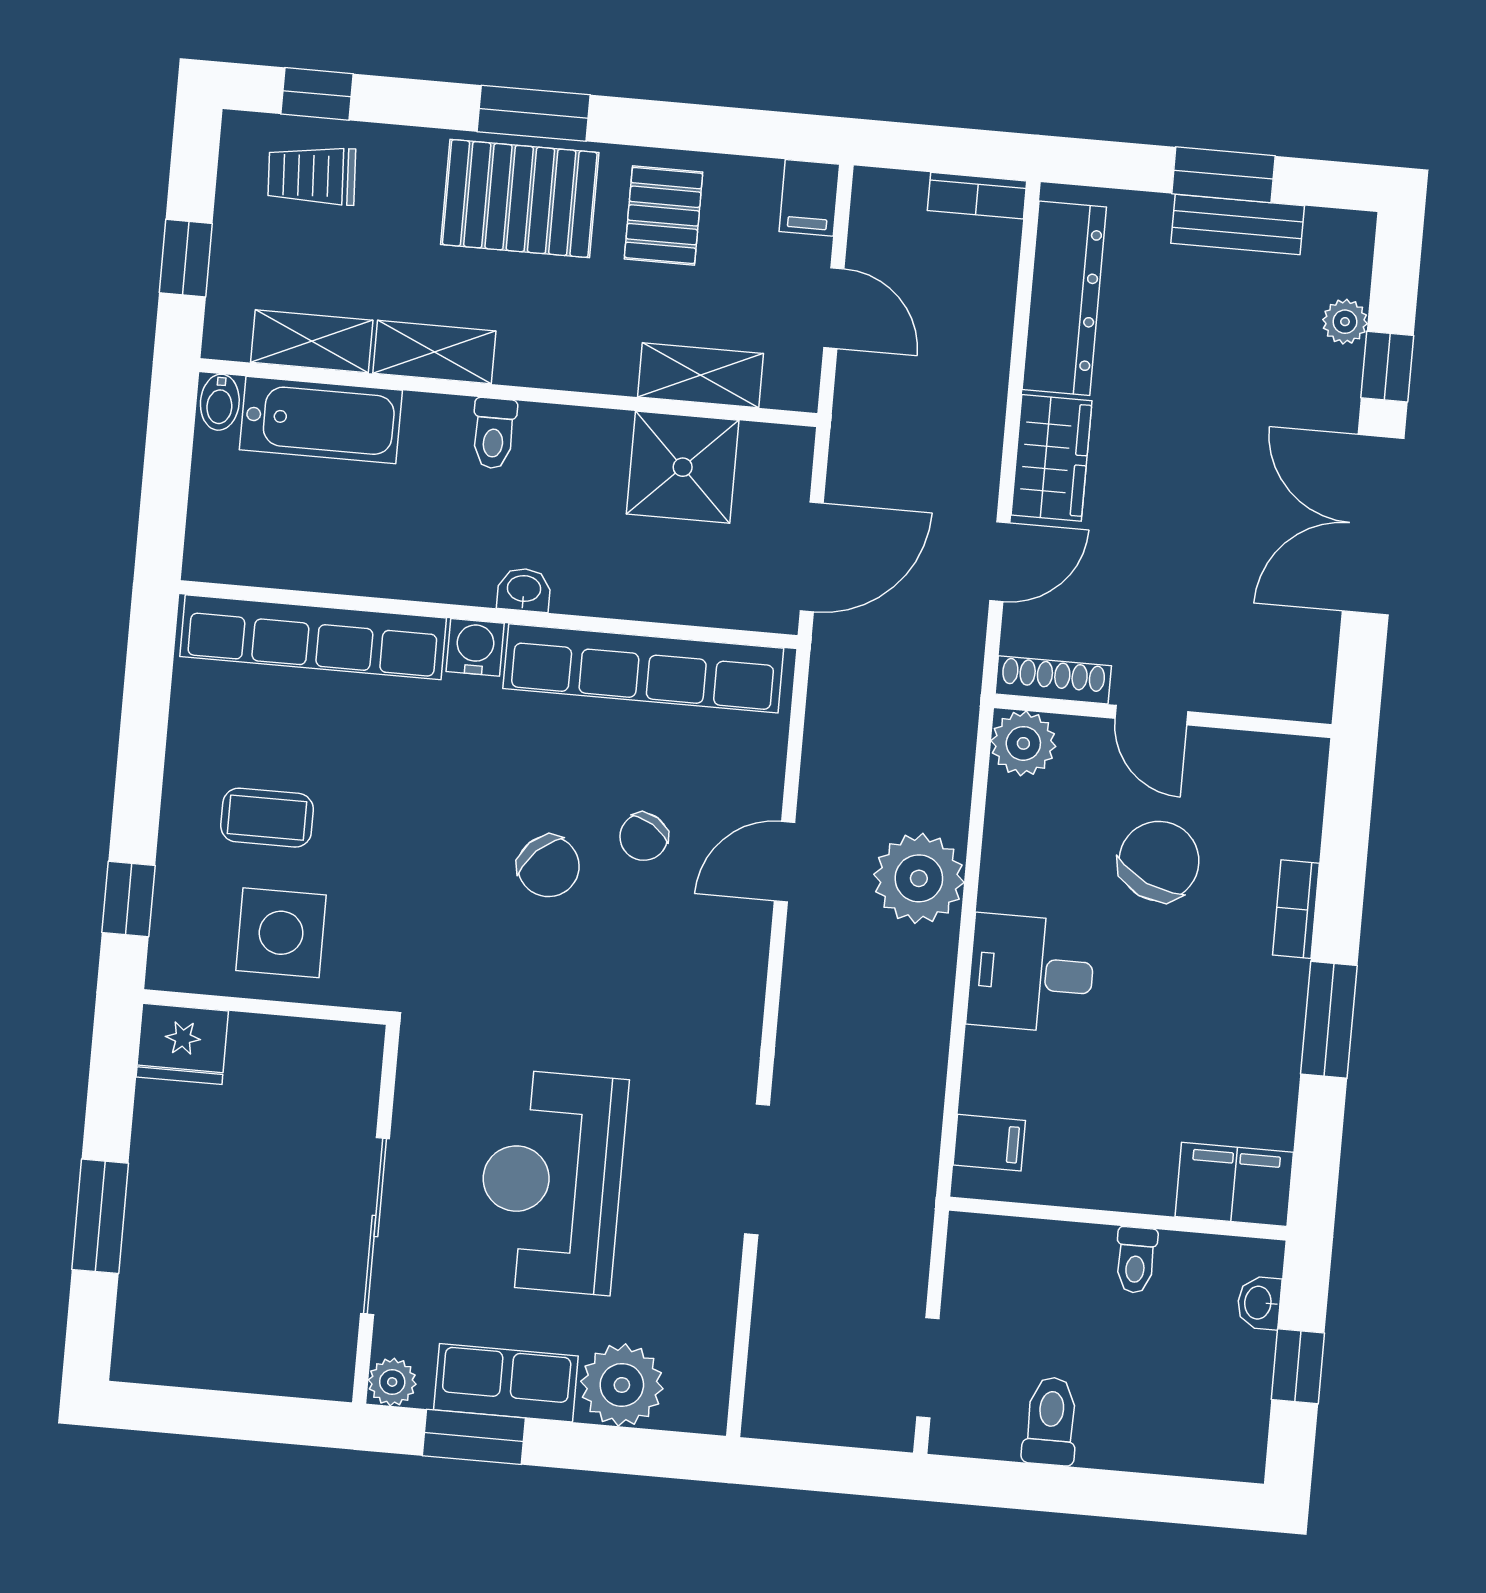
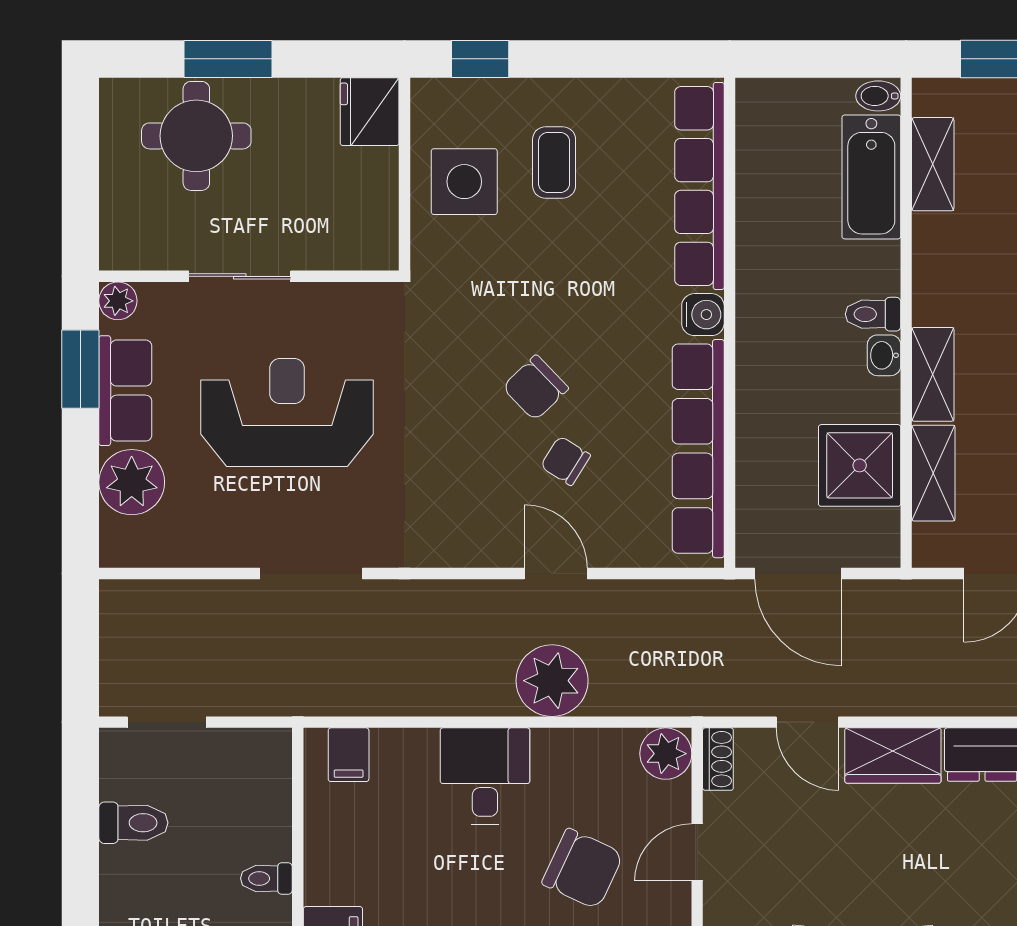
shelving: (434, 352) -> (933, 374), moved
washbasin: (524, 590) -> (884, 355), moved, turned 180
shoe rack: (1053, 680) -> (718, 759), width x0.70
sliding door: (375, 1226) -> (240, 276), width x0.73
round table: (193, 1265) -> (196, 136), added

